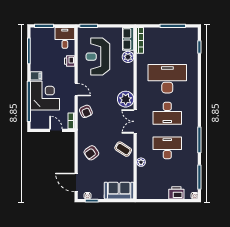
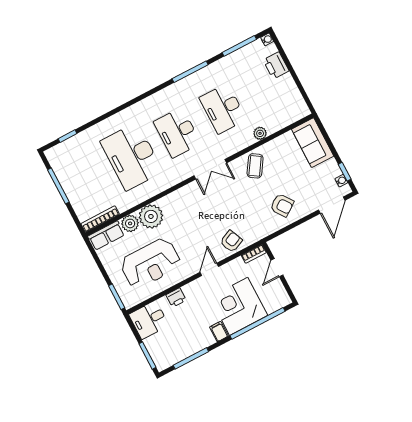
plant: (126, 99) -> (151, 216), moved
desk: (167, 113) -> (177, 133), turned 180

